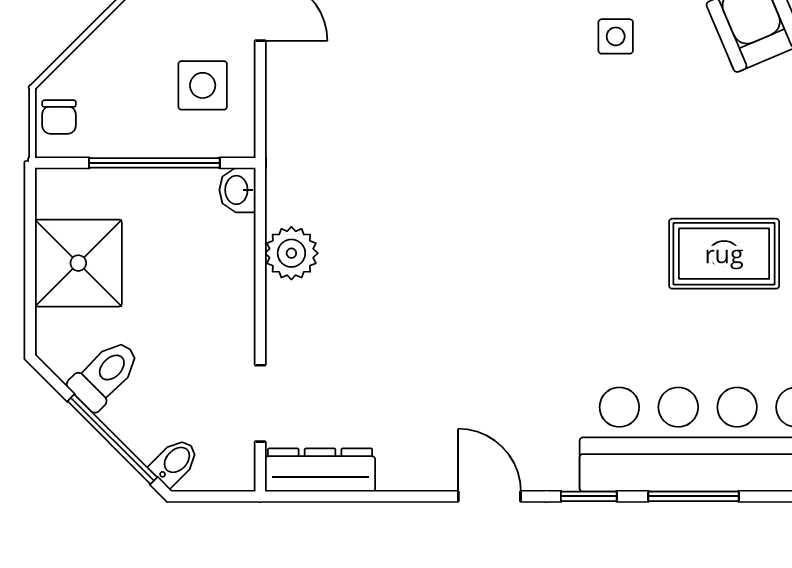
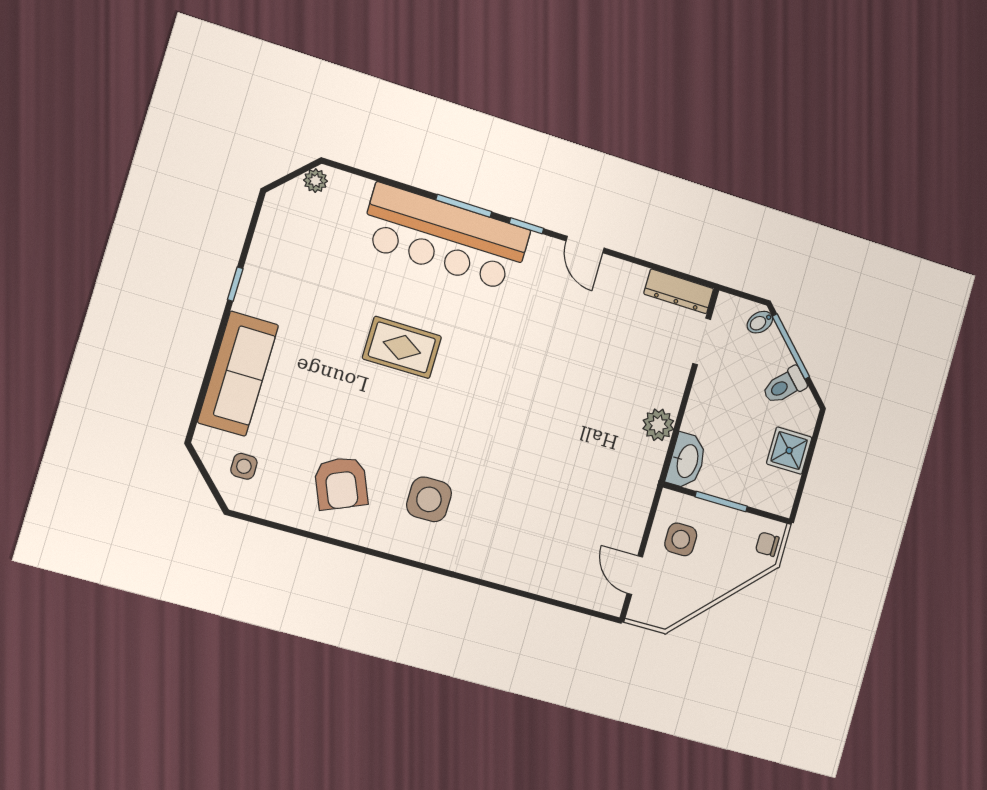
side table: (616, 36) -> (429, 499), width x1.87, depth x1.87
chair: (59, 117) -> (767, 544), turned -90
window: (154, 163) -> (721, 502), width x0.69
washbasin: (237, 190) -> (687, 461), width x1.91, depth x1.45
shower: (78, 263) -> (789, 451), width x0.73, depth x0.73

